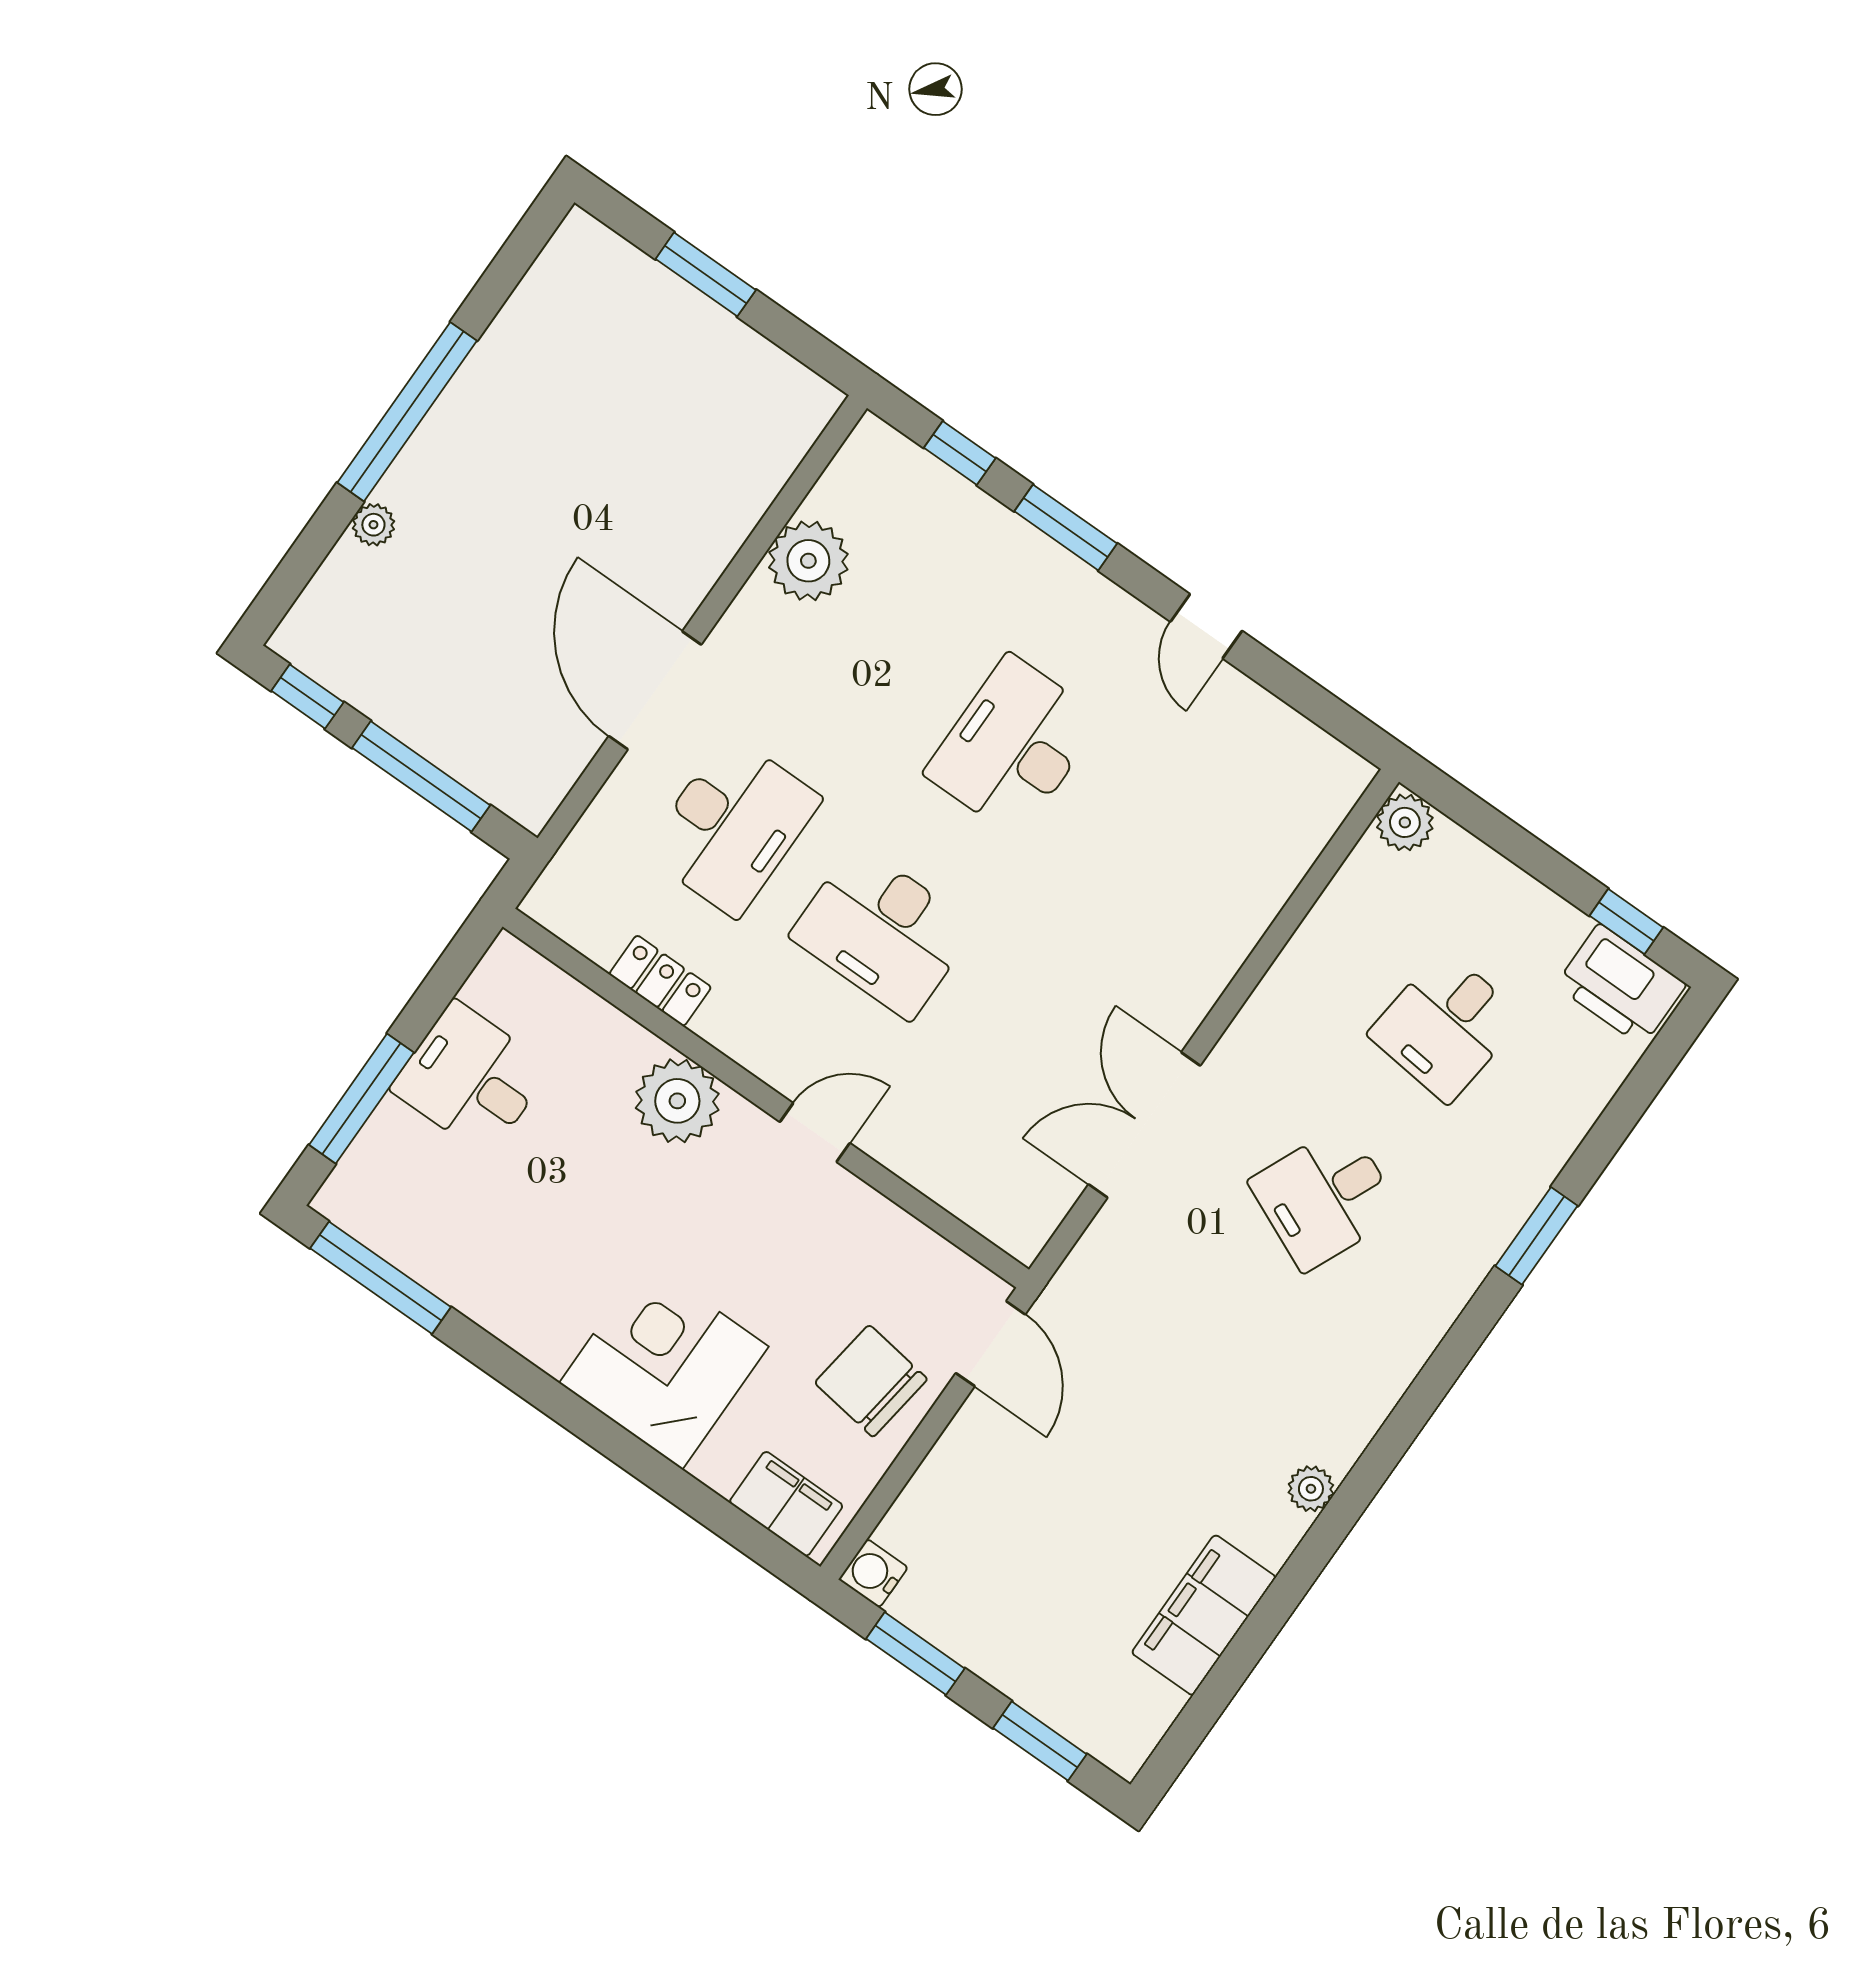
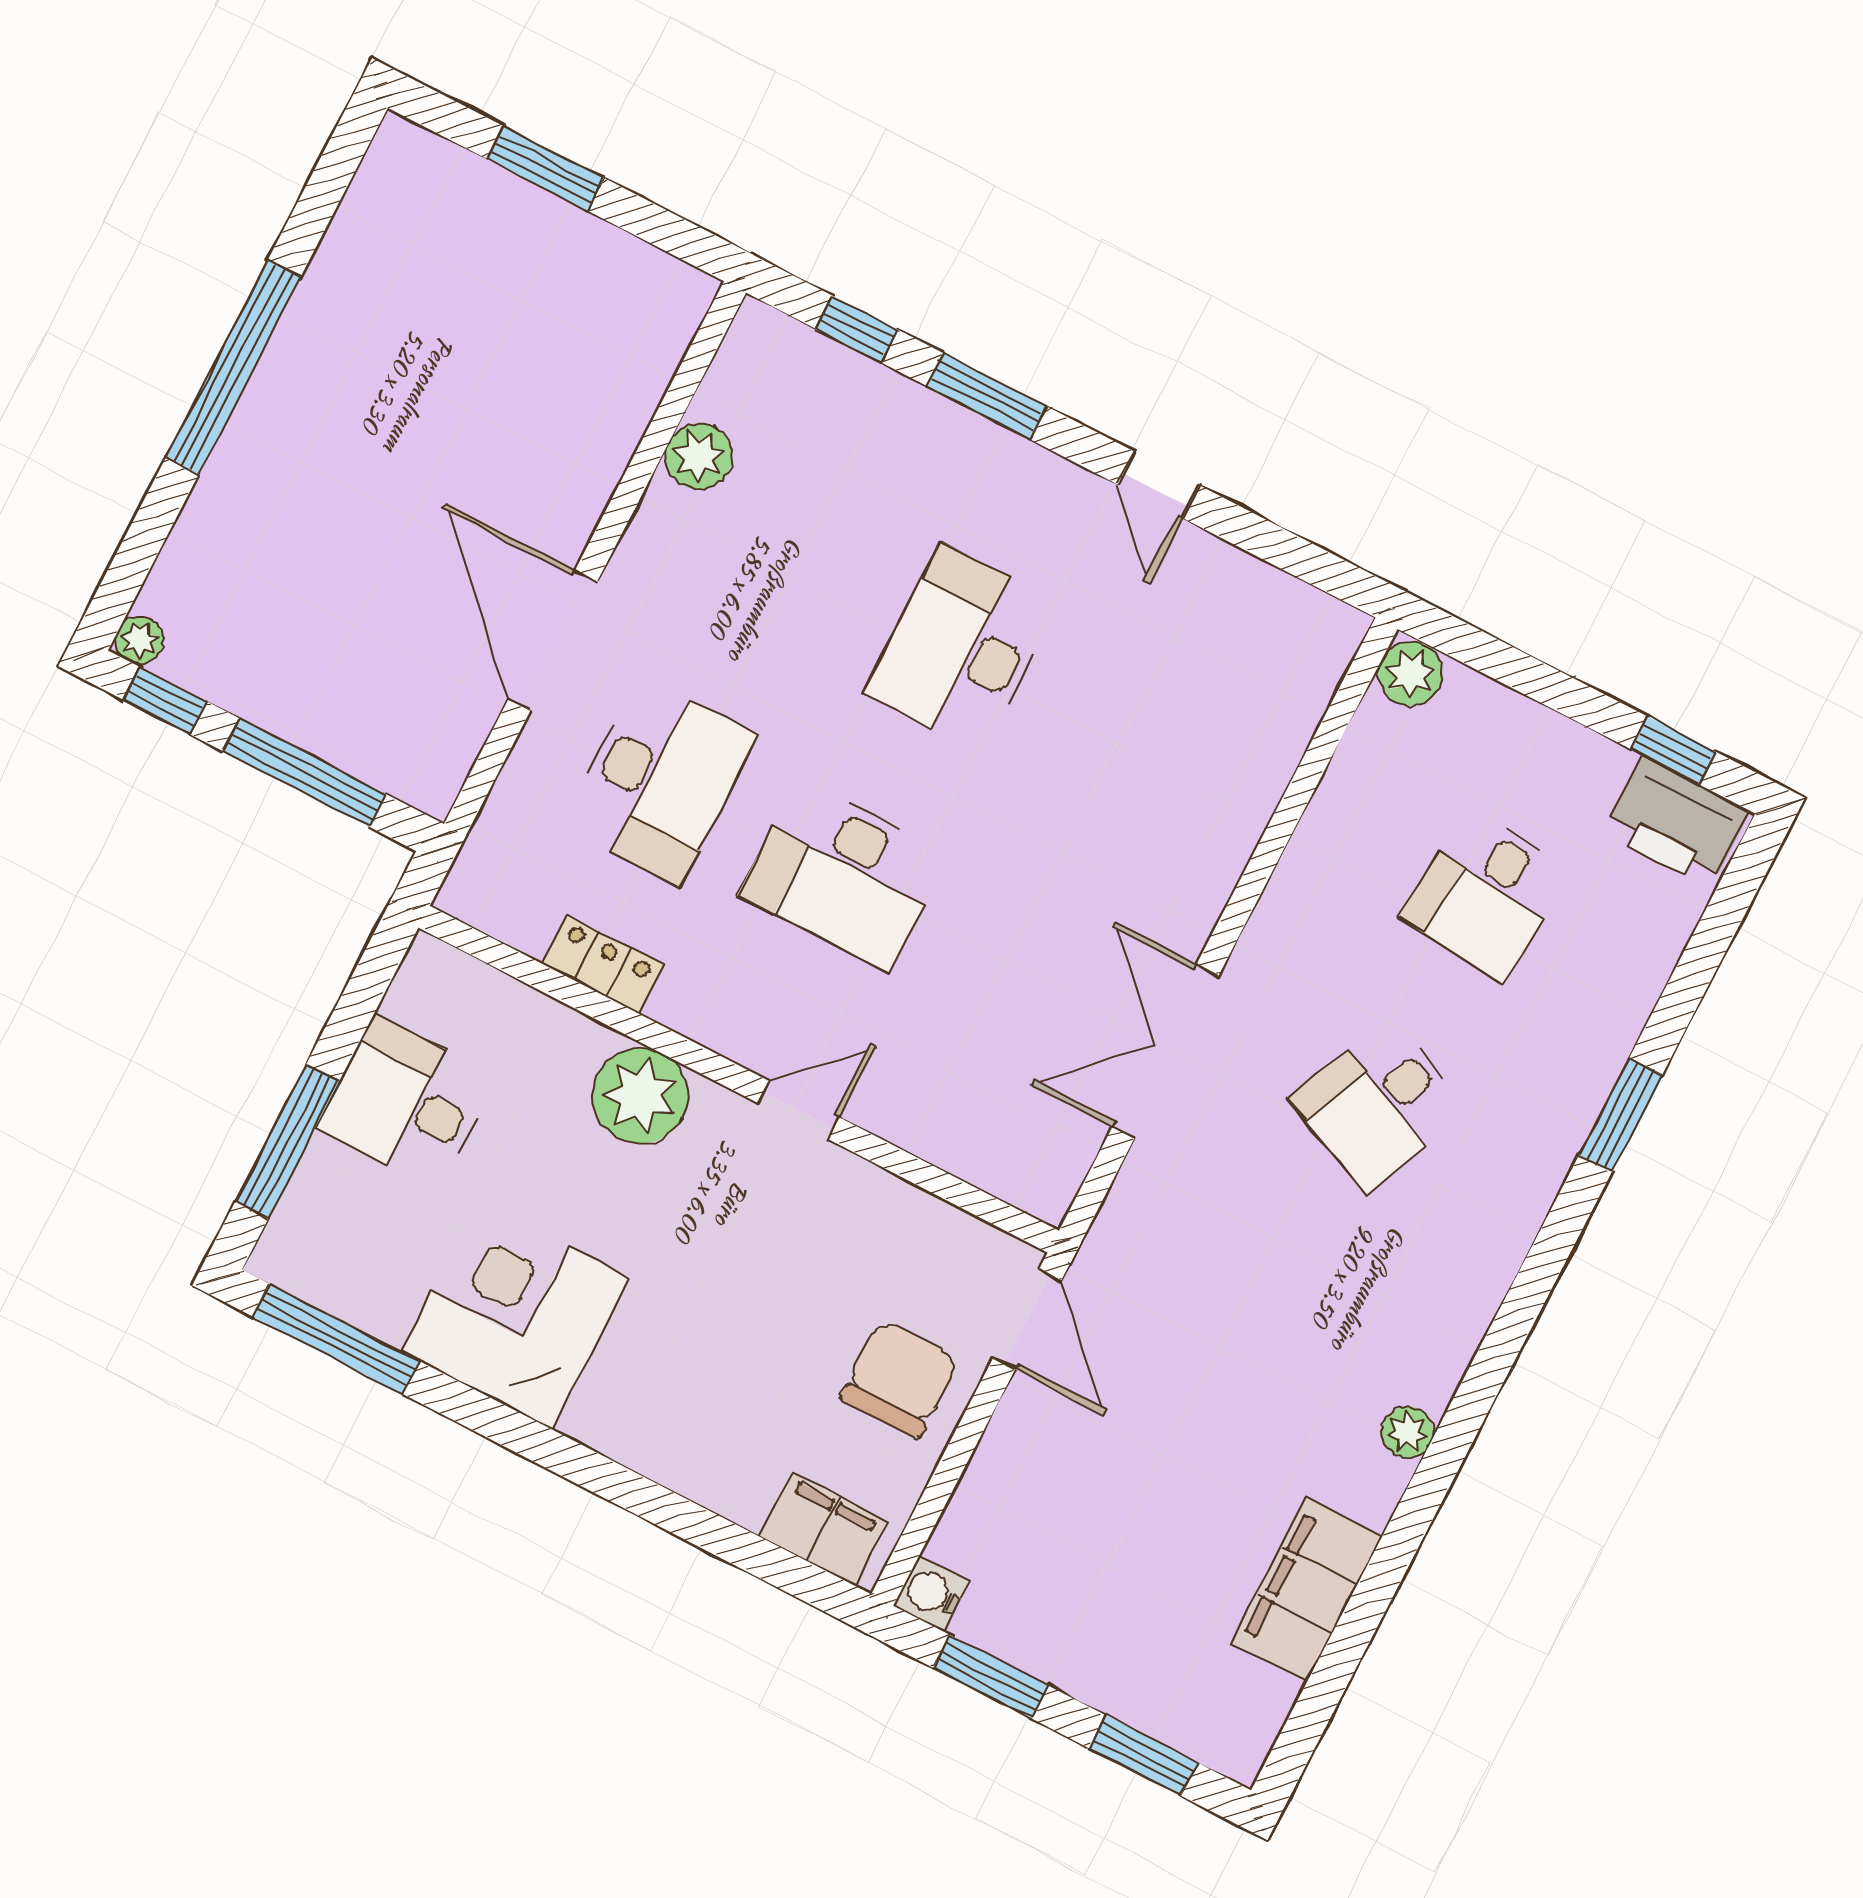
plant: (373, 525) -> (140, 640), moved
plant: (808, 561) -> (699, 456), width x0.73, depth x0.73
corner desk: (664, 1365) -> (515, 1315), moved
chair: (871, 1381) -> (899, 1379), turned 82

